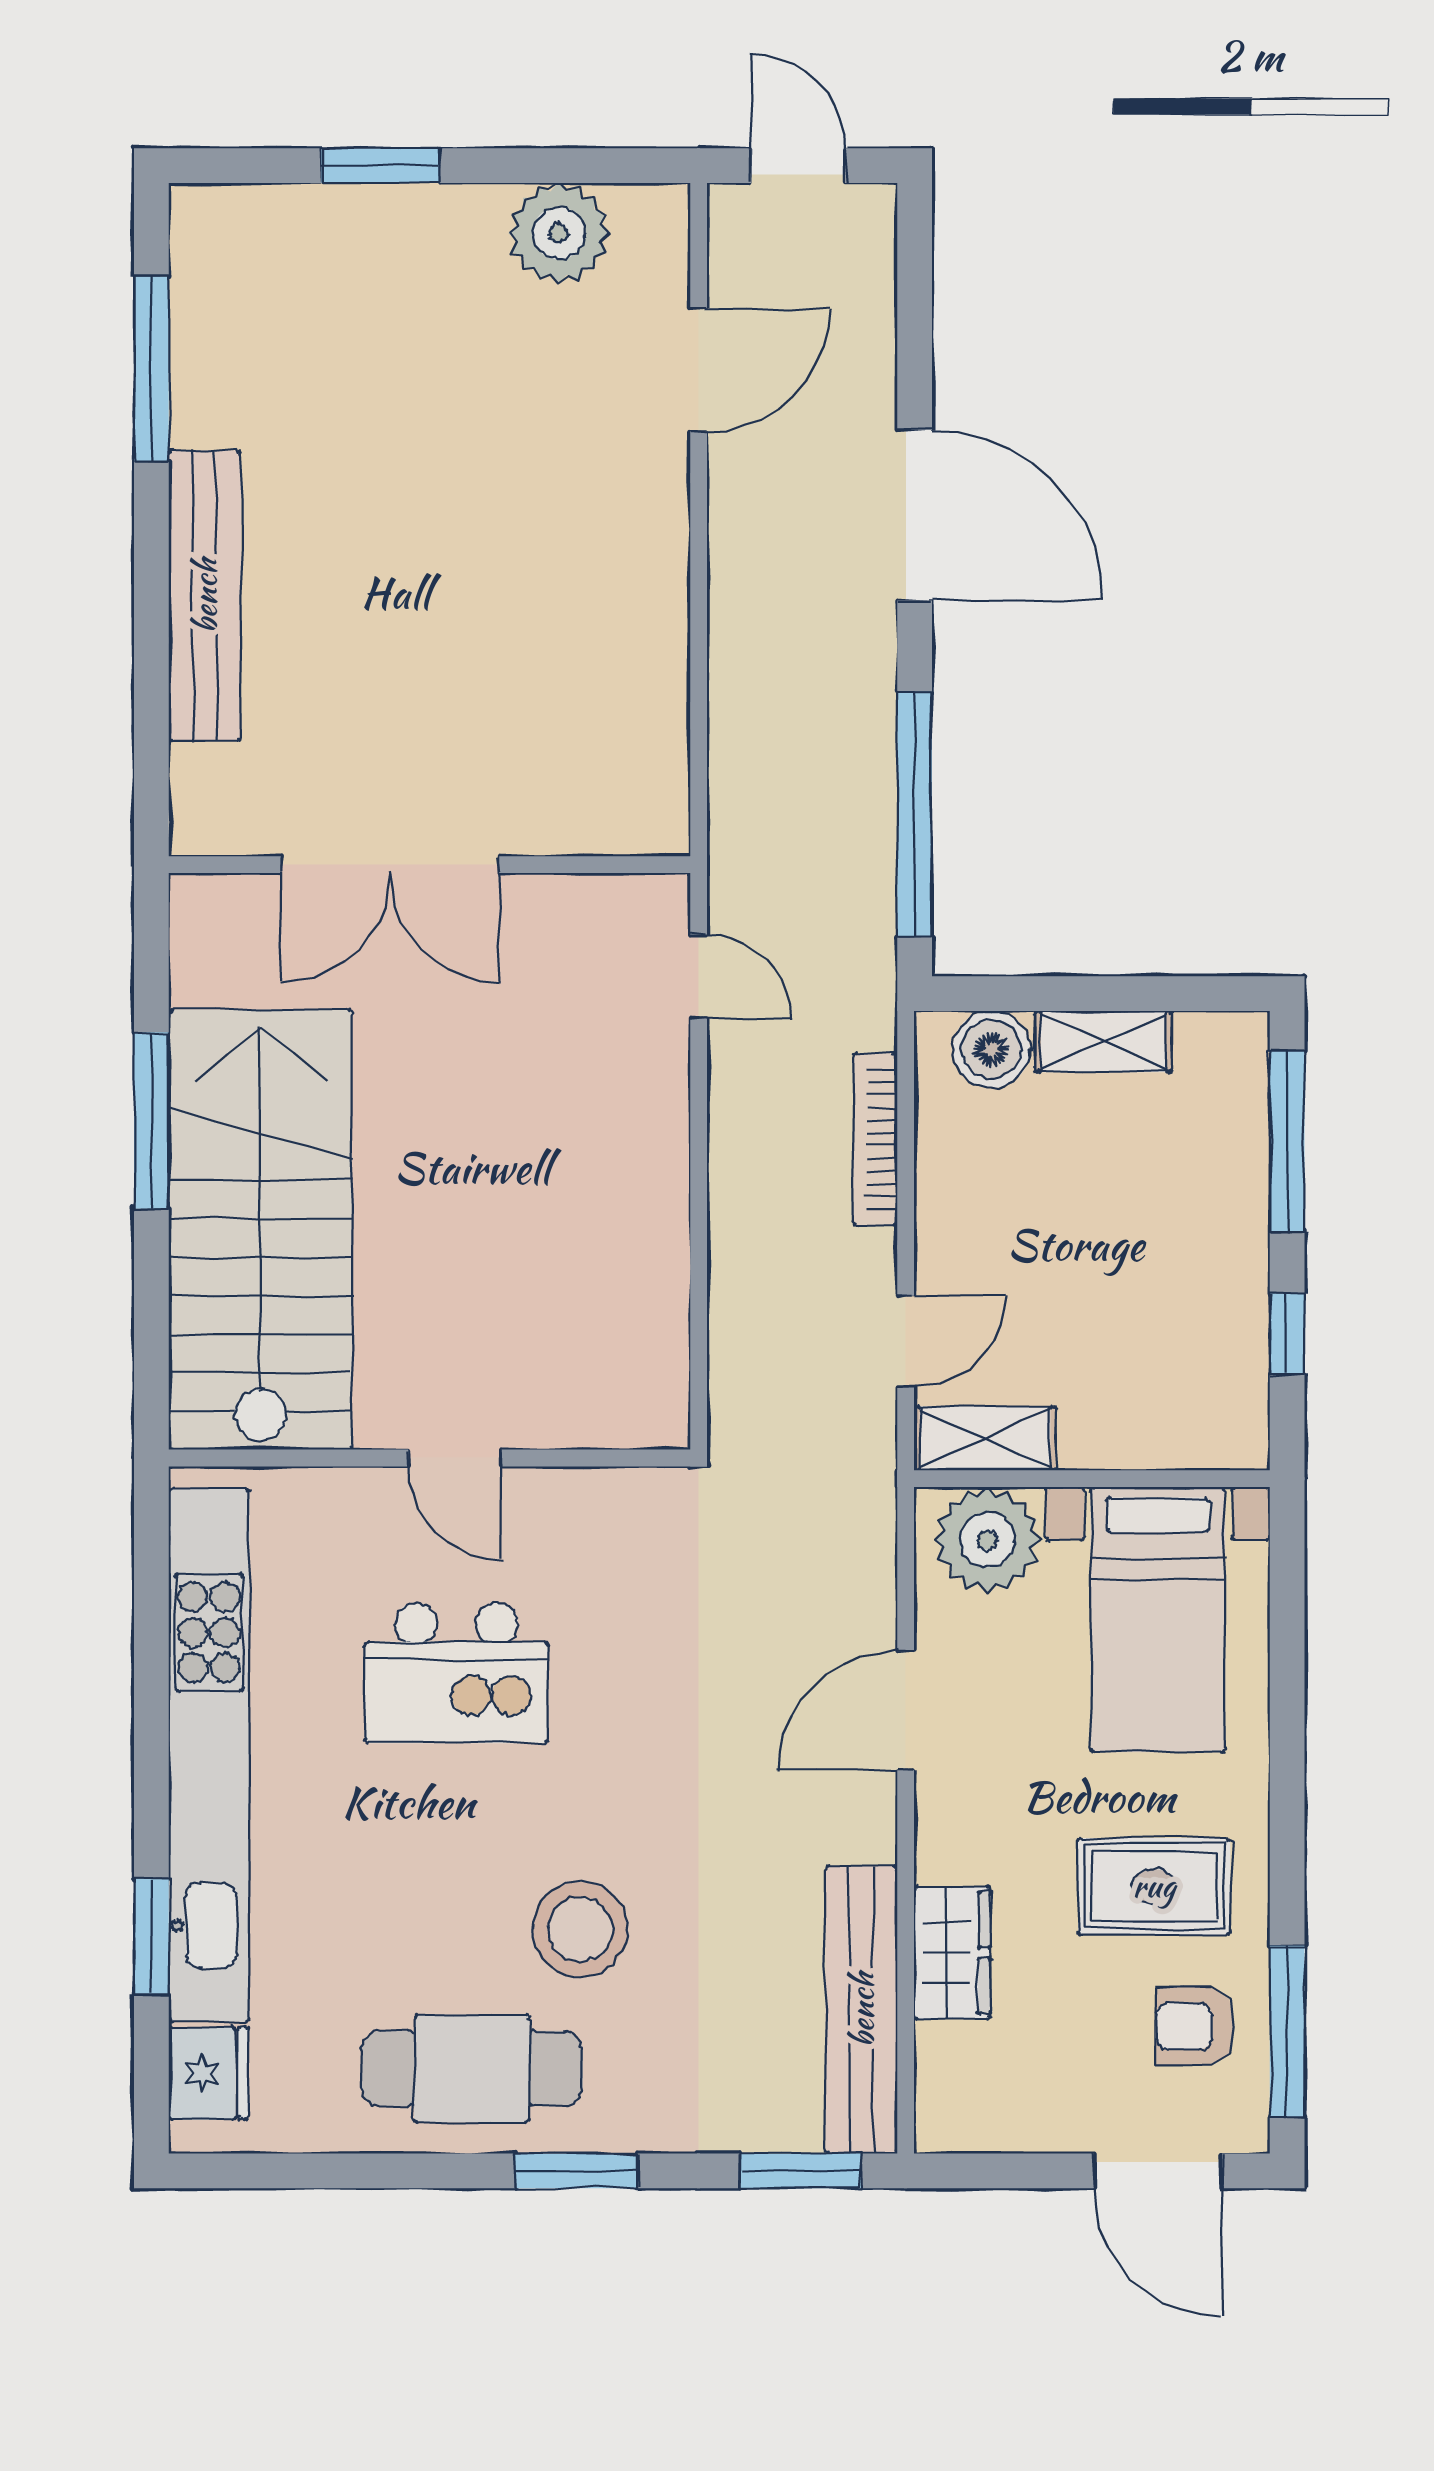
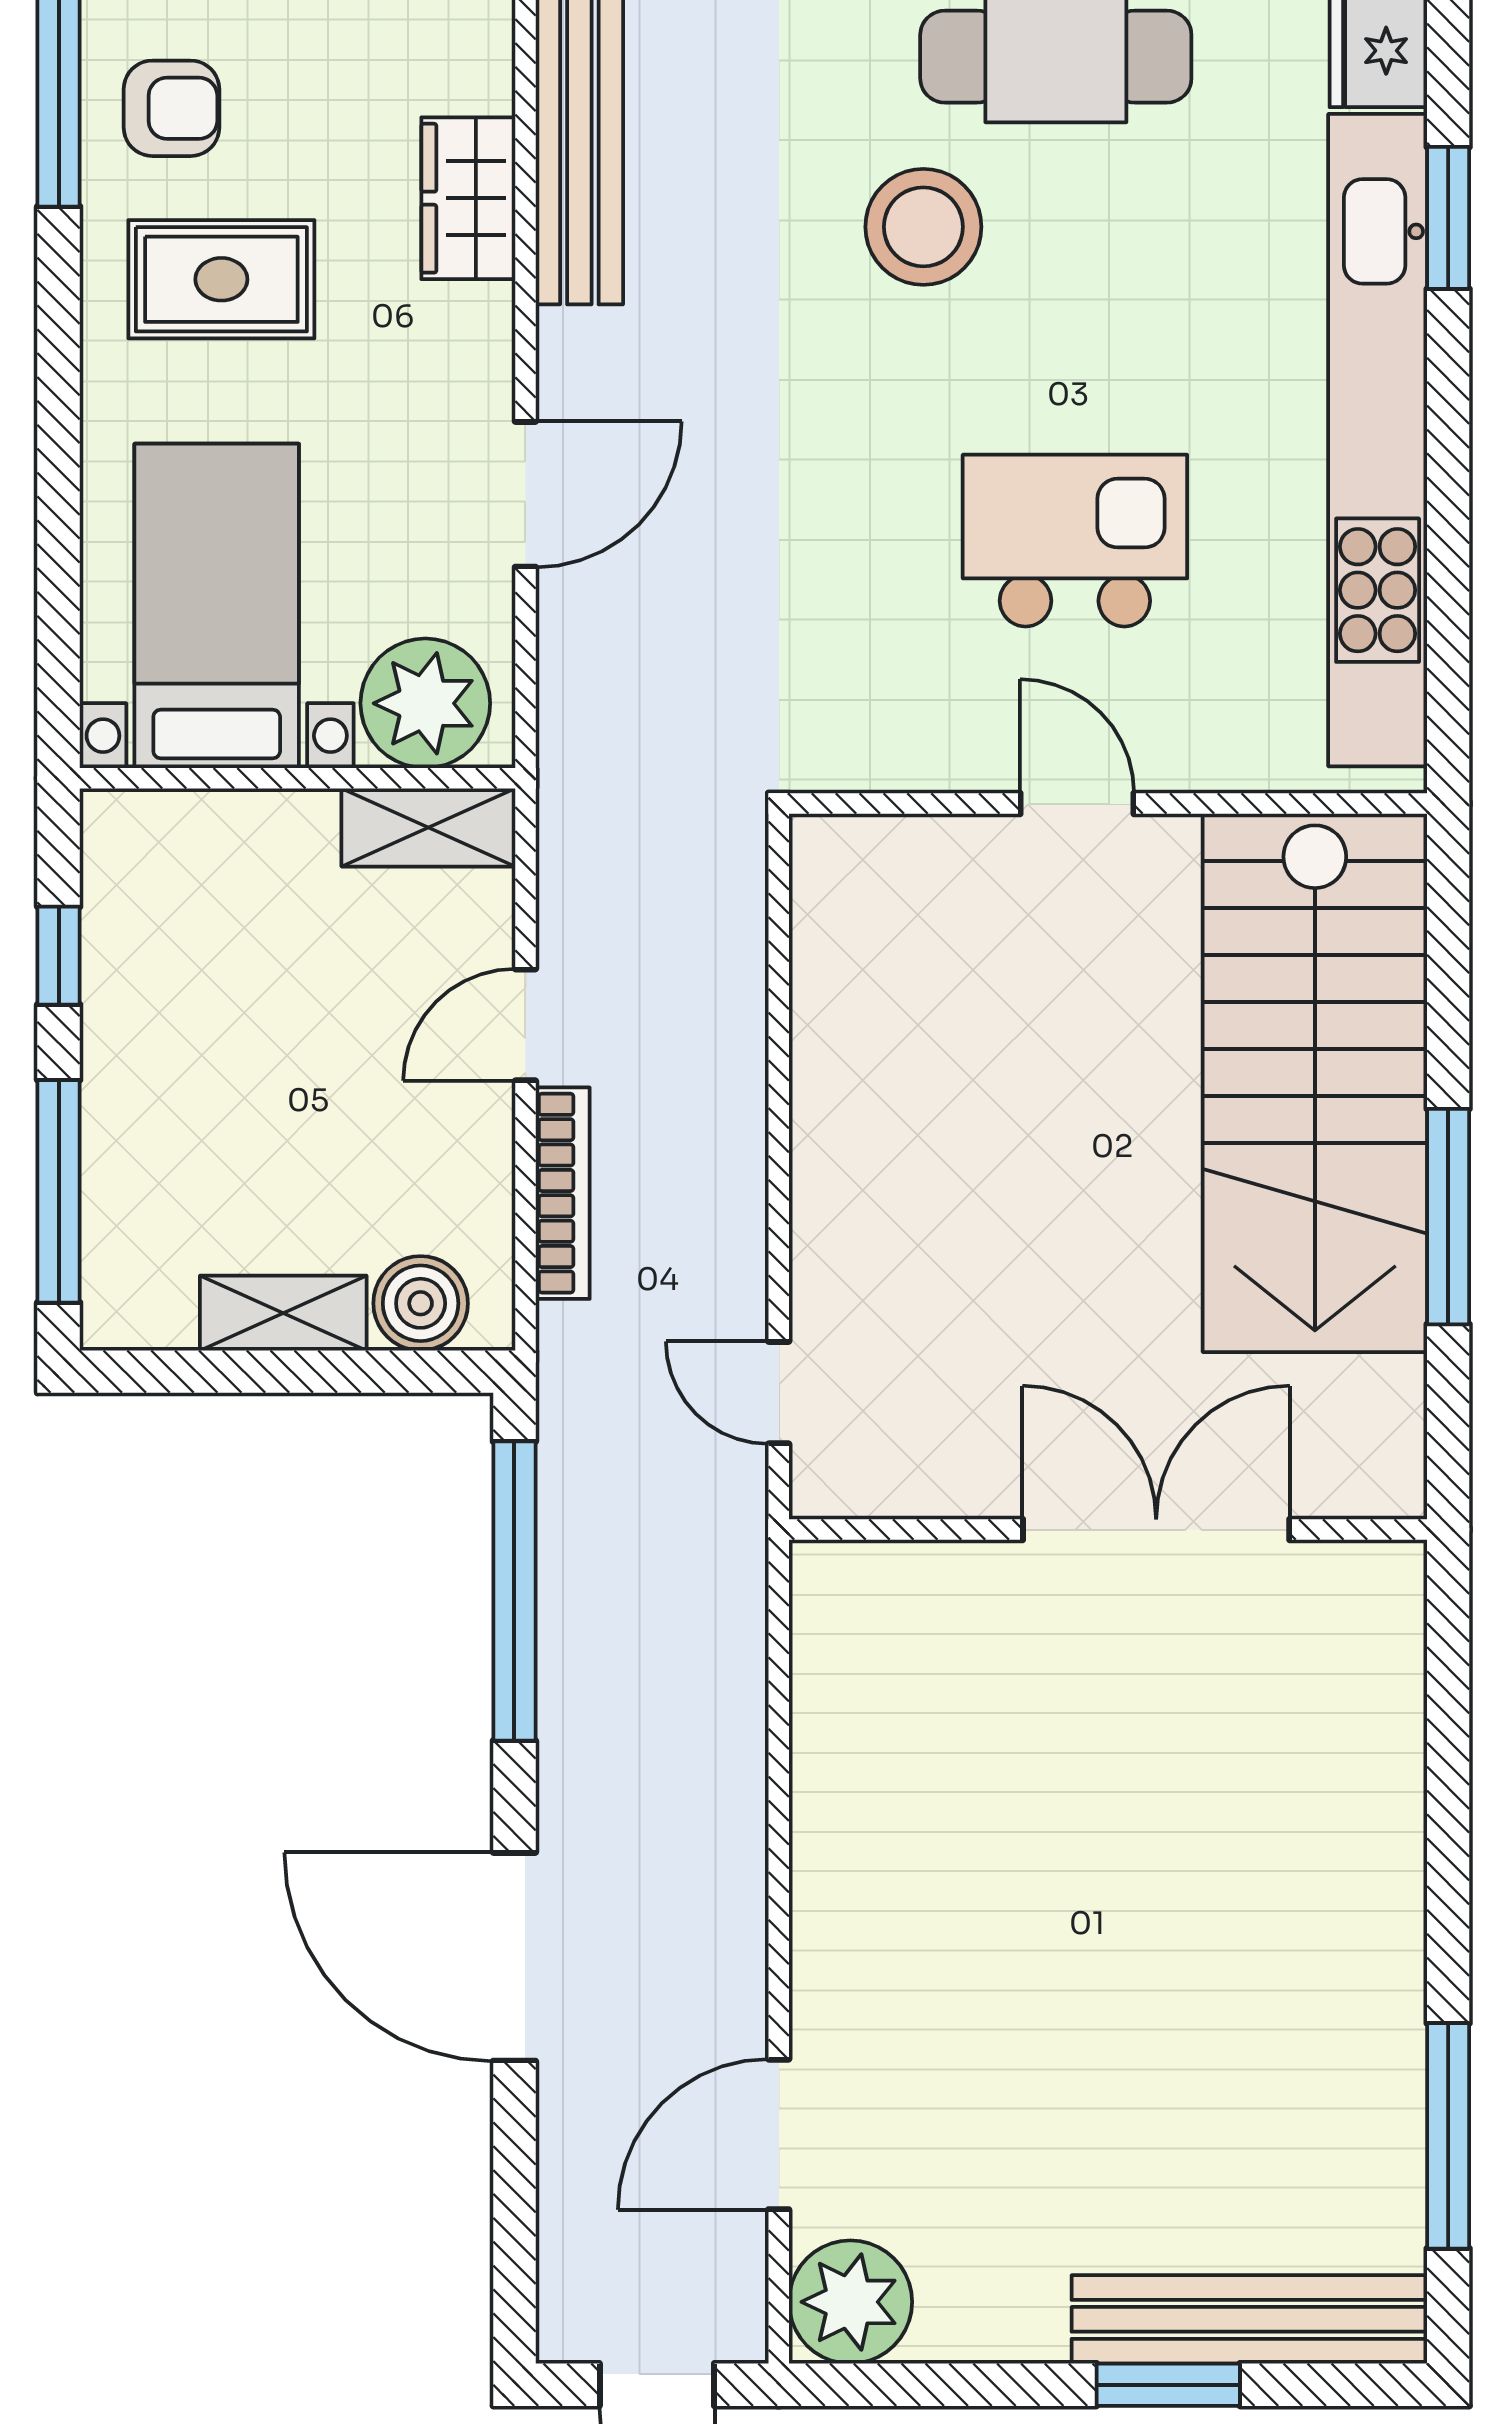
plant: (559, 233) -> (850, 2302), moved
bench: (205, 596) -> (1249, 2319), moved, turned 90
door: (906, 1341) -> (525, 1025), moved

